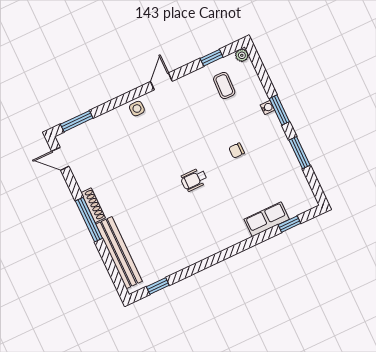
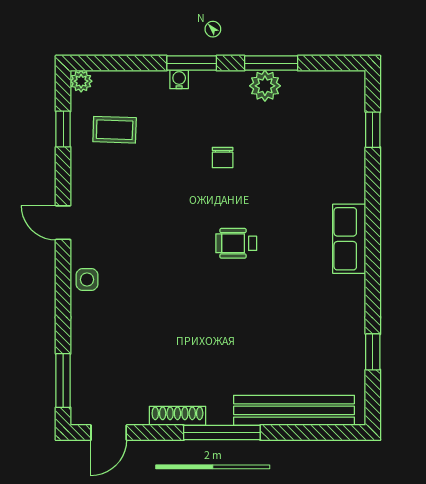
plant: (286, 155) -> (265, 86), added
wheelchair: (194, 180) -> (236, 243), turned 90
shoe rack: (93, 205) -> (177, 416), moved
row of seats: (267, 219) -> (349, 239), moved
window: (158, 286) -> (373, 352), moved

